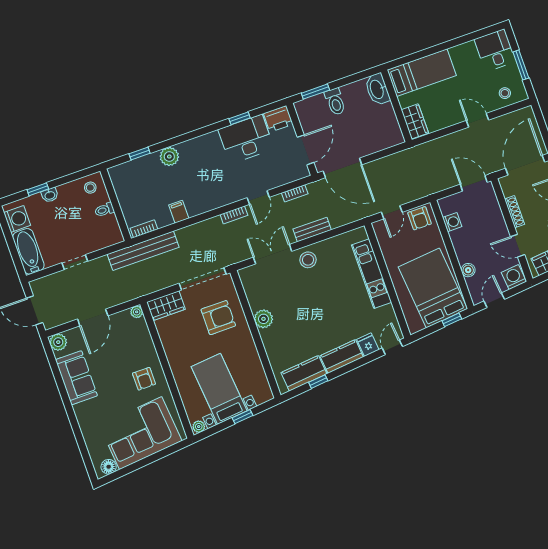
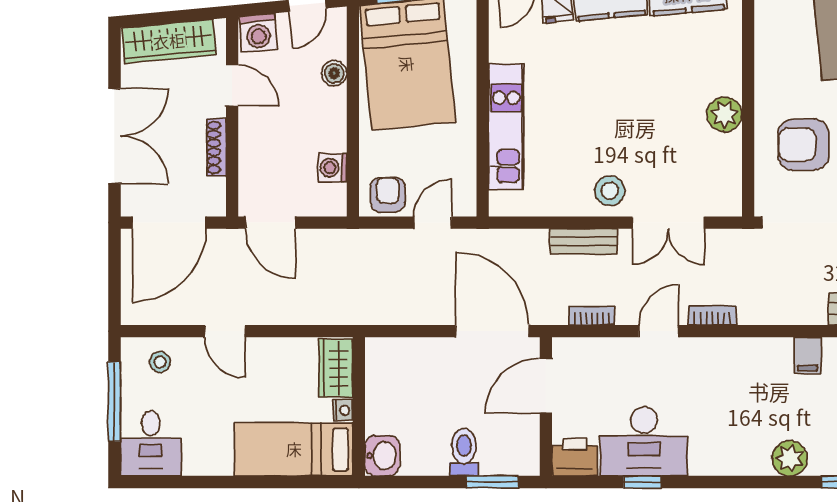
window: (521, 65) -> (114, 402), width x1.44
washbasin: (377, 89) -> (382, 456), width x0.72
nightstand: (404, 101) -> (343, 410), added

